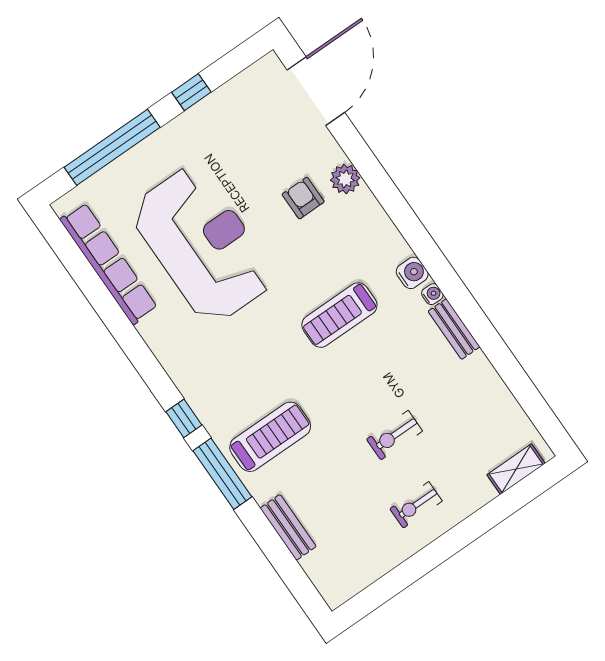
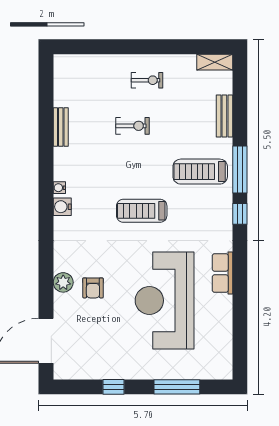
window: (112, 147) -> (177, 387), width x0.68
row of seats: (109, 264) -> (222, 273), moved, width x0.50
treadmill: (339, 315) -> (142, 211), moved, turned 180
bench: (454, 329) -> (61, 127), moved
shelving: (516, 469) -> (215, 62), moved

